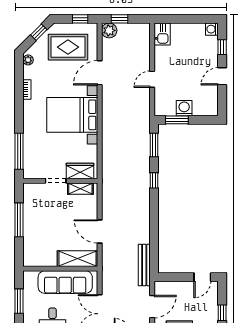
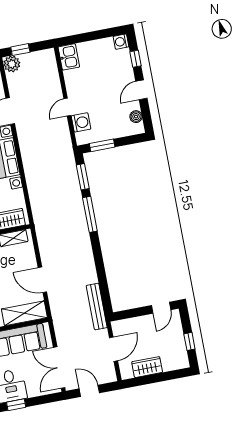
boiler: (213, 100) -> (136, 117), added
washing machine: (184, 108) -> (81, 122), moved, turned 90
window: (154, 180) -> (90, 214), width x2.17

